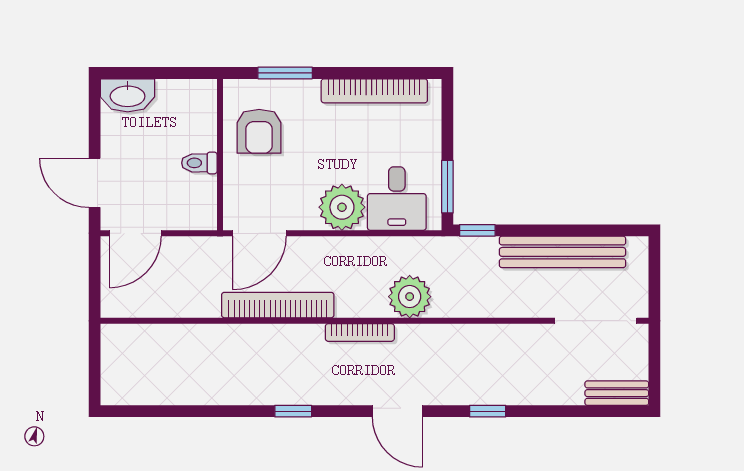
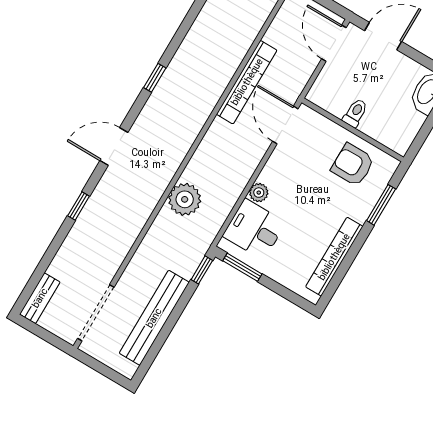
plant: (342, 207) -> (259, 193), width x0.53, depth x0.53
bookcase: (278, 305) -> (247, 82), moved
bookcase: (360, 332) -> (180, 152), removed

